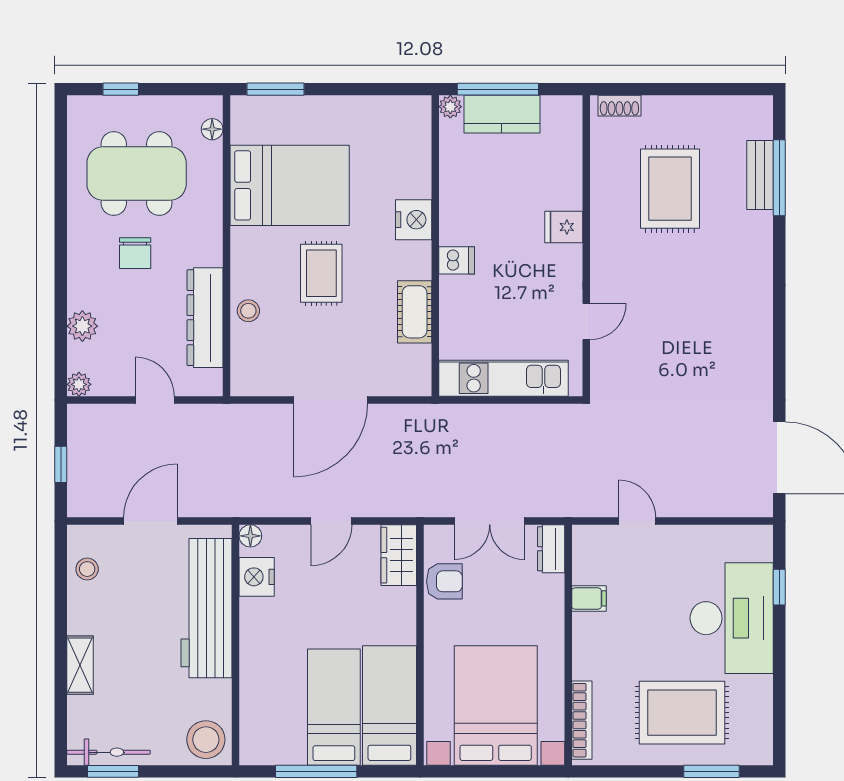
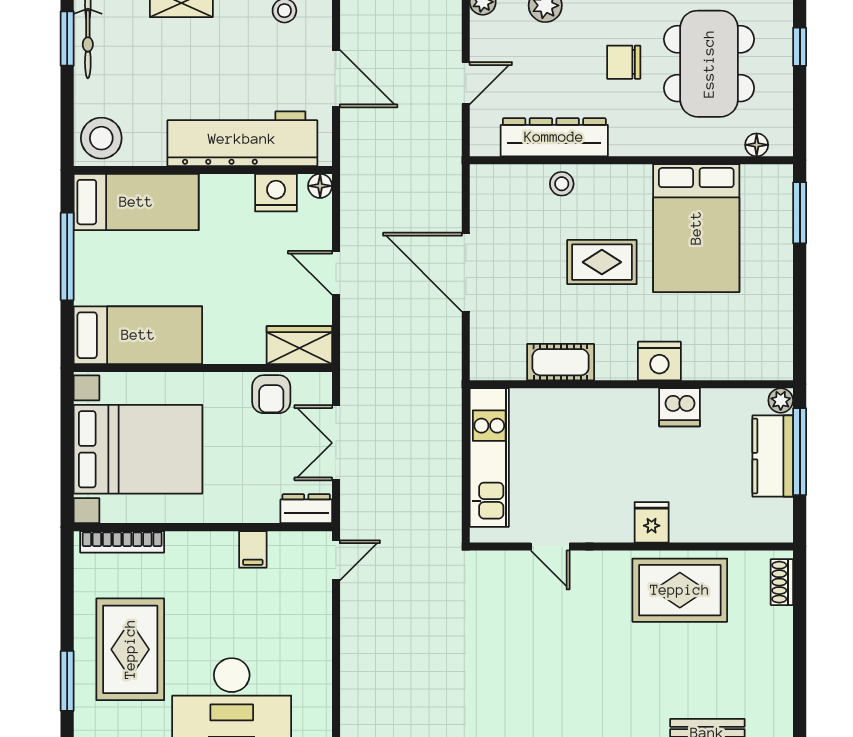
rug: (670, 189) -> (680, 590), moved
dishwasher: (457, 260) -> (680, 407), moved, width x1.38
door: (637, 521) -> (336, 560), moved
bed: (334, 707) -> (136, 202), moved

